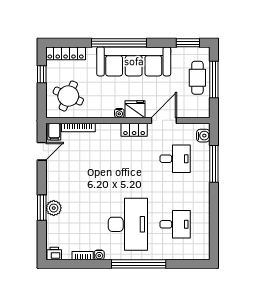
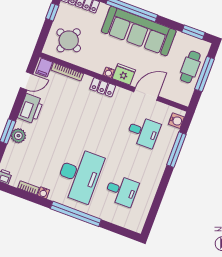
locker: (134, 130) -> (103, 87), moved
printer: (56, 177) -> (31, 109), added

